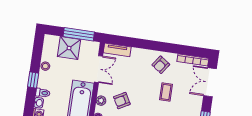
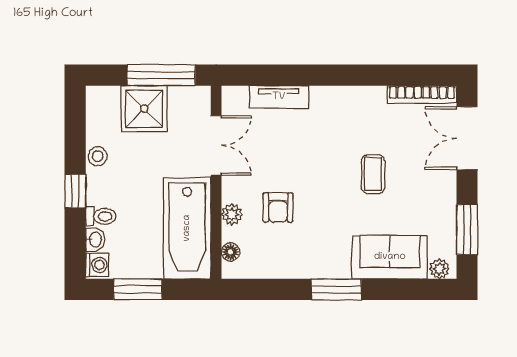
tv unit: (117, 50) -> (279, 97), moved
armchair: (161, 65) -> (353, 116), removed
armchair: (122, 101) -> (278, 207), turned -61

